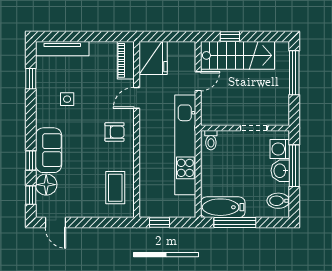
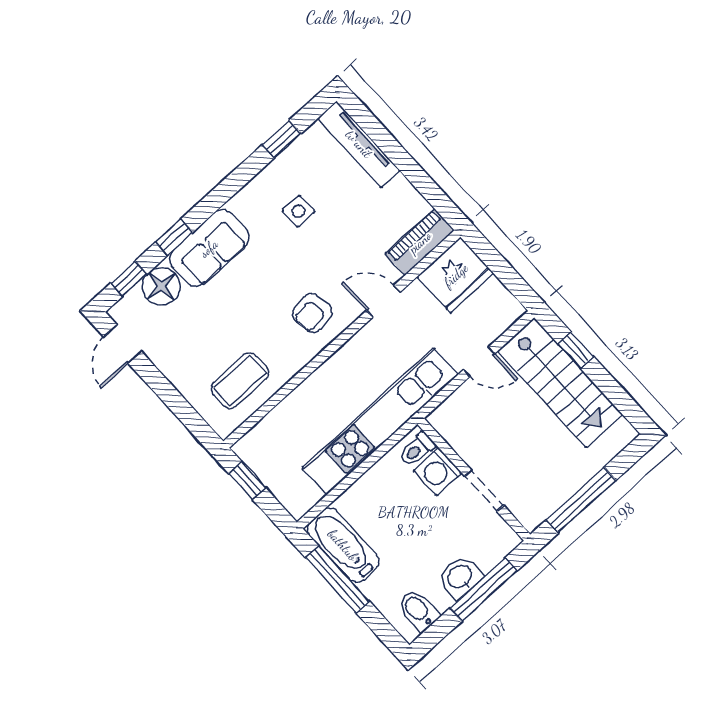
window: (294, 73) -> (581, 500), moved
armchair: (115, 132) -> (312, 313), turned 81
washing machine: (280, 149) -> (438, 472), moved, turned -90

